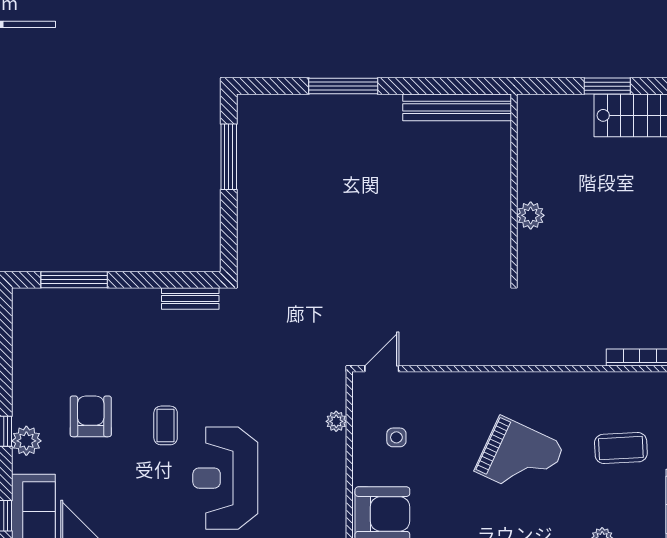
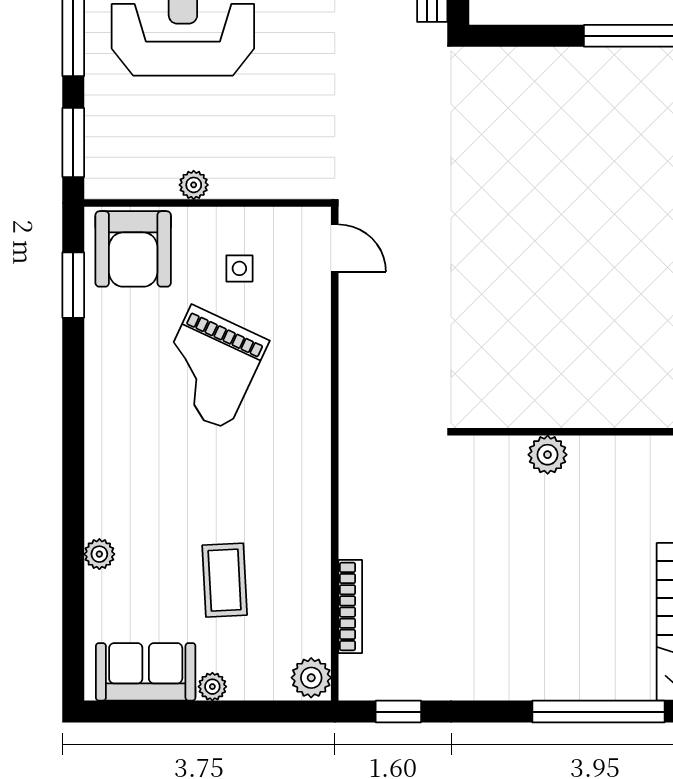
plant: (336, 421) -> (194, 185), moved
grand piano: (519, 458) -> (209, 368), moved

